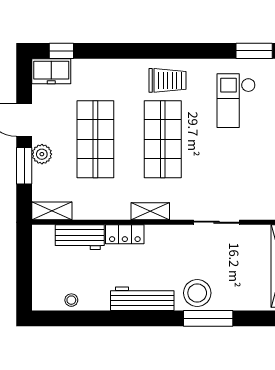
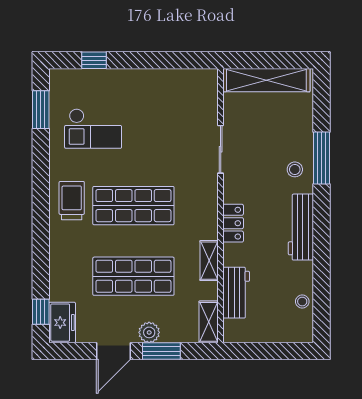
shelving: (150, 211) -> (209, 261), moved
locker: (125, 234) -> (233, 223), moved
stool: (197, 293) -> (295, 169), width x0.53, depth x0.53

